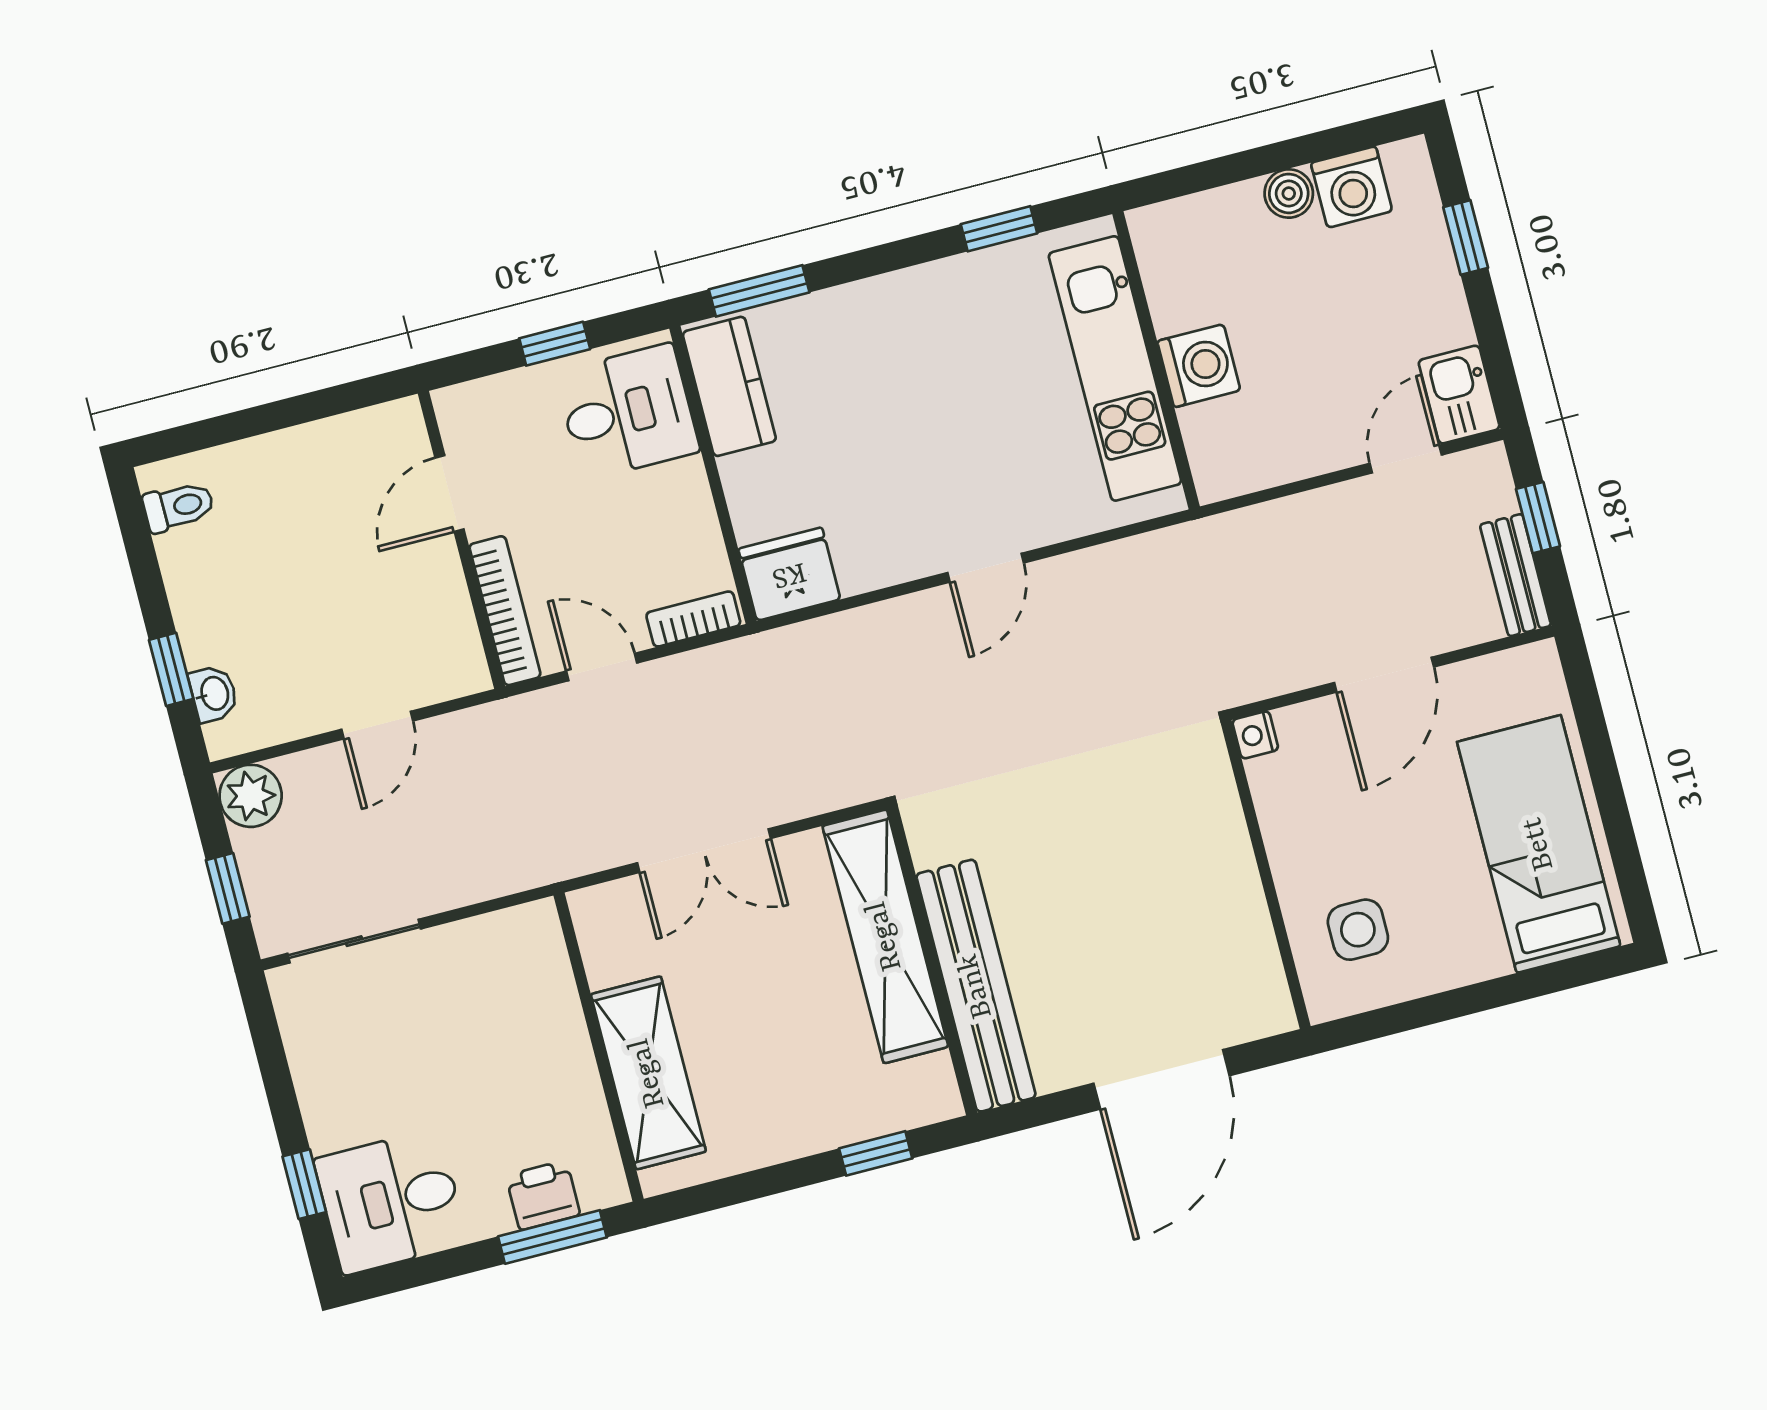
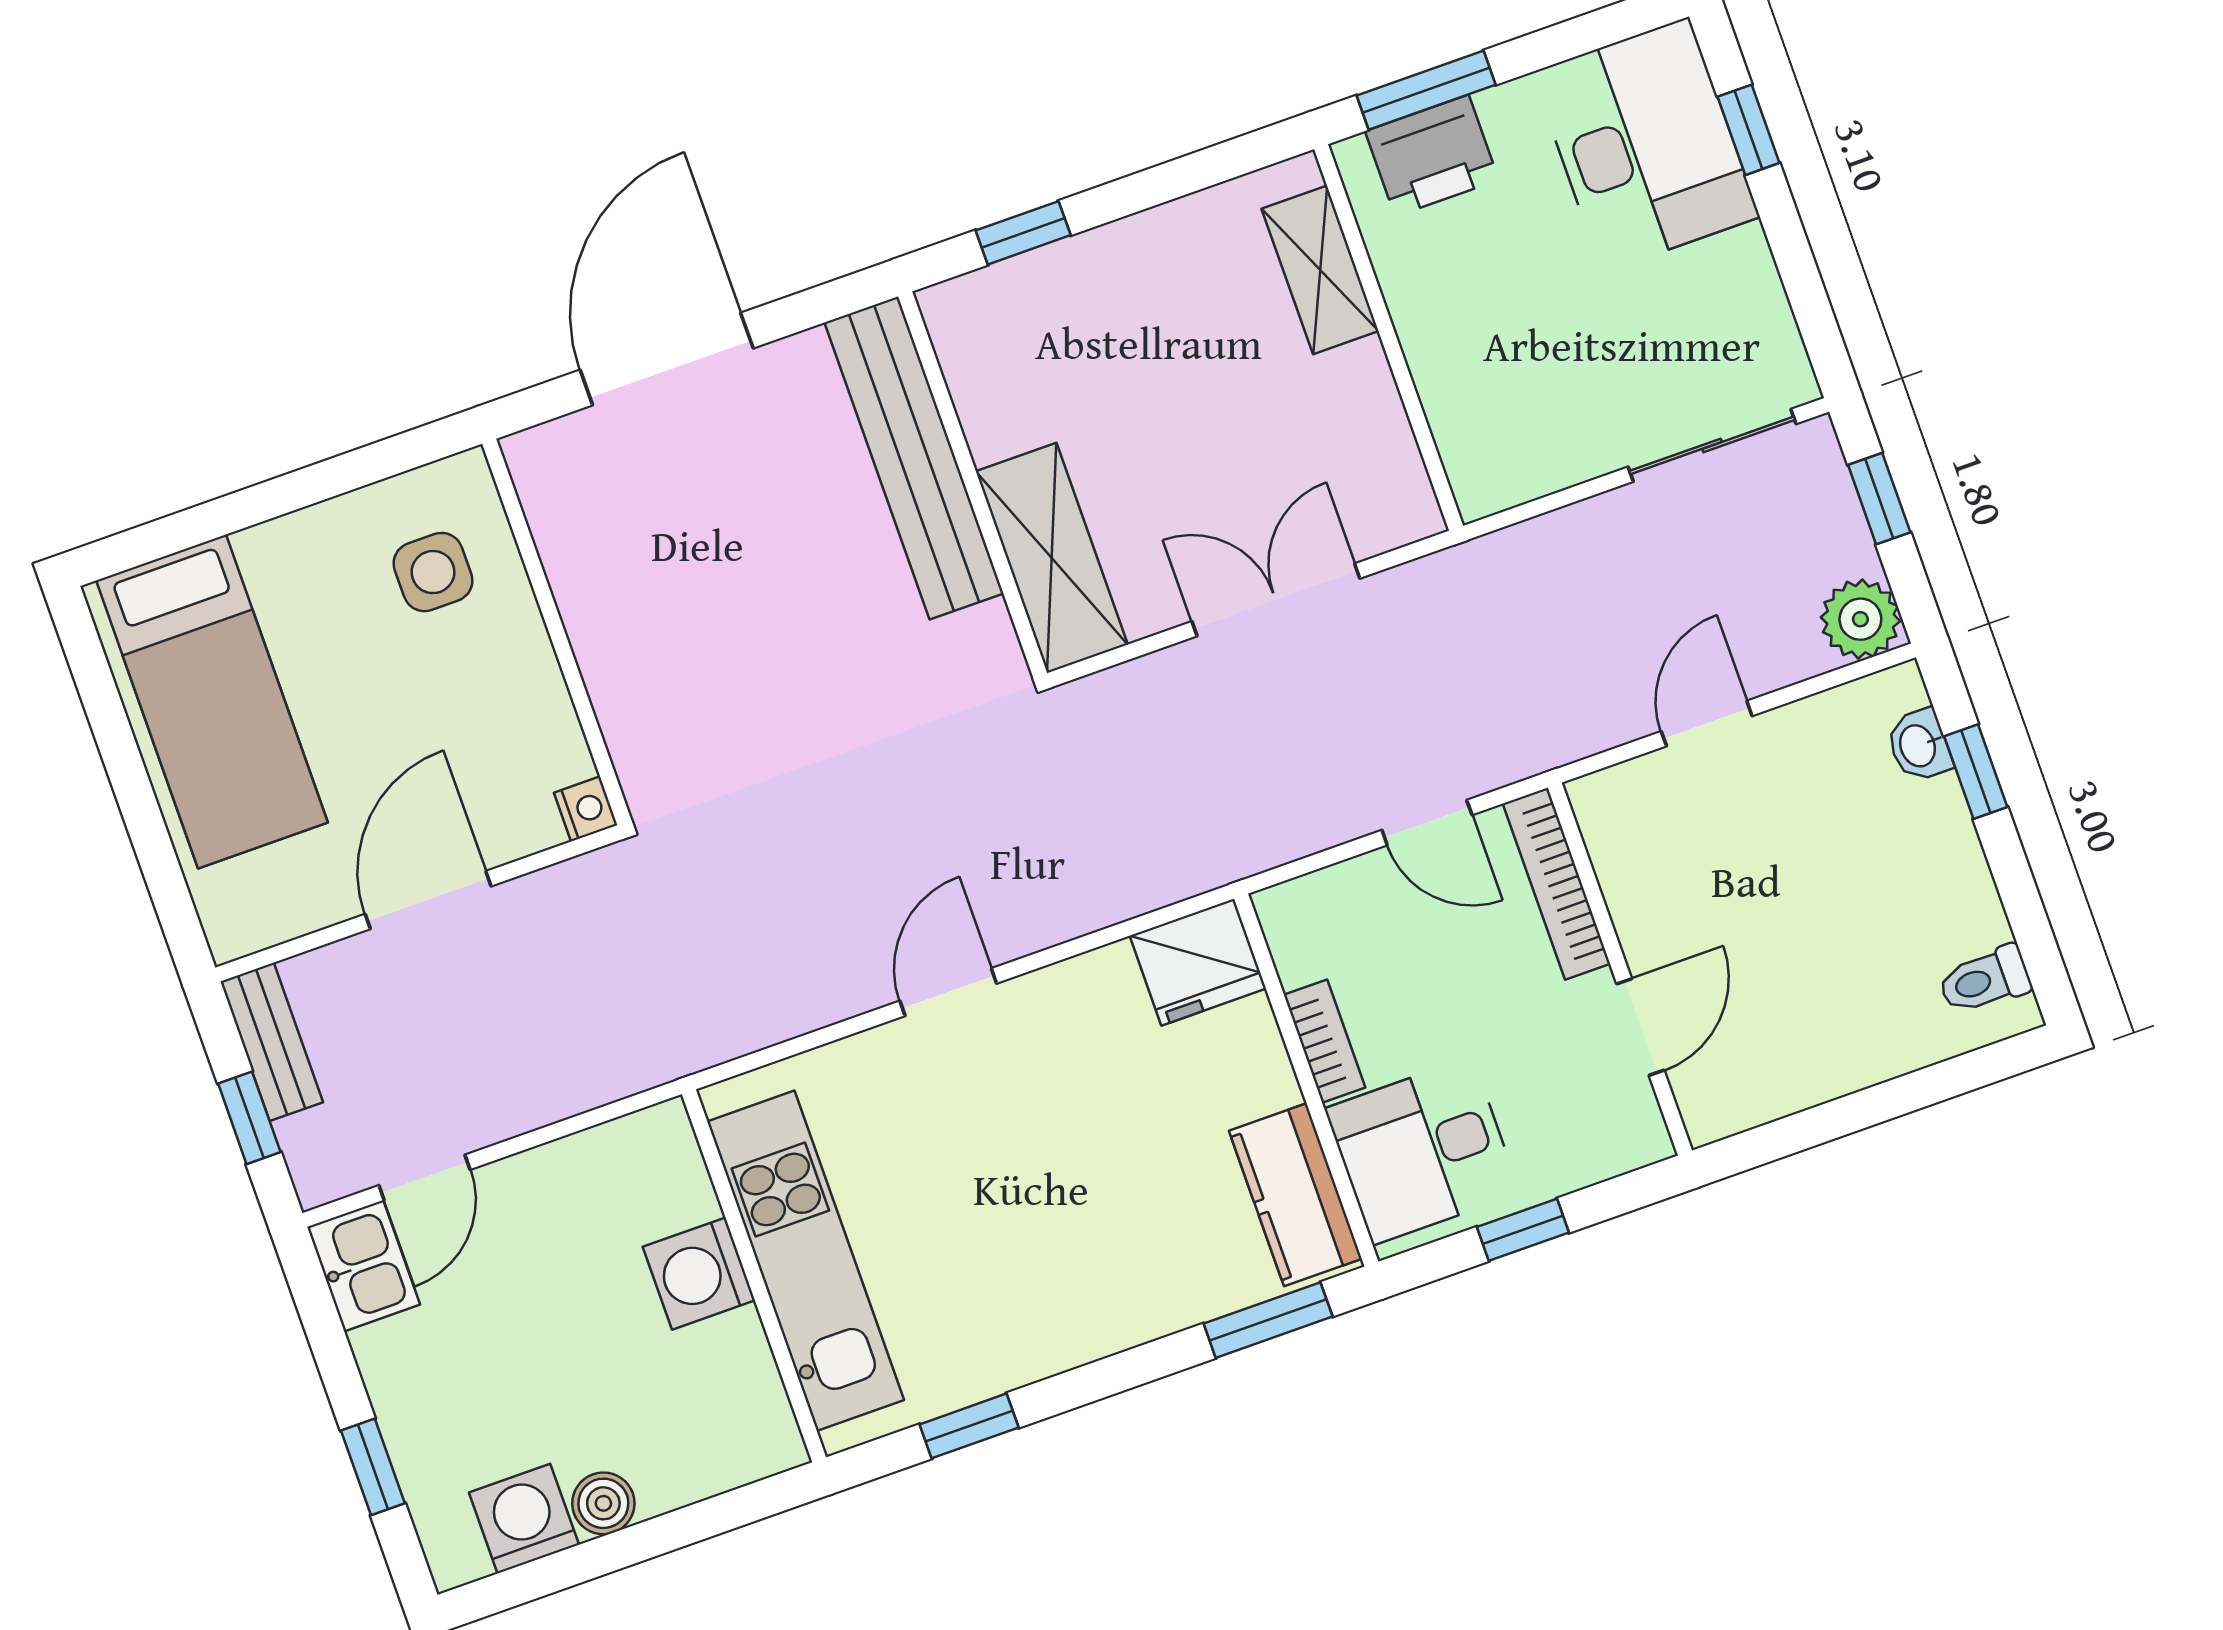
bookcase: (693, 619) -> (1325, 1041), moved, turned -90
shelving: (885, 936) -> (1052, 558), width x0.68
shelving: (648, 1073) -> (1320, 270), width x0.67, depth x0.75
printer: (543, 1195) -> (1432, 156), width x1.36, depth x1.24
desk: (391, 1201) -> (1646, 145), width x1.37

